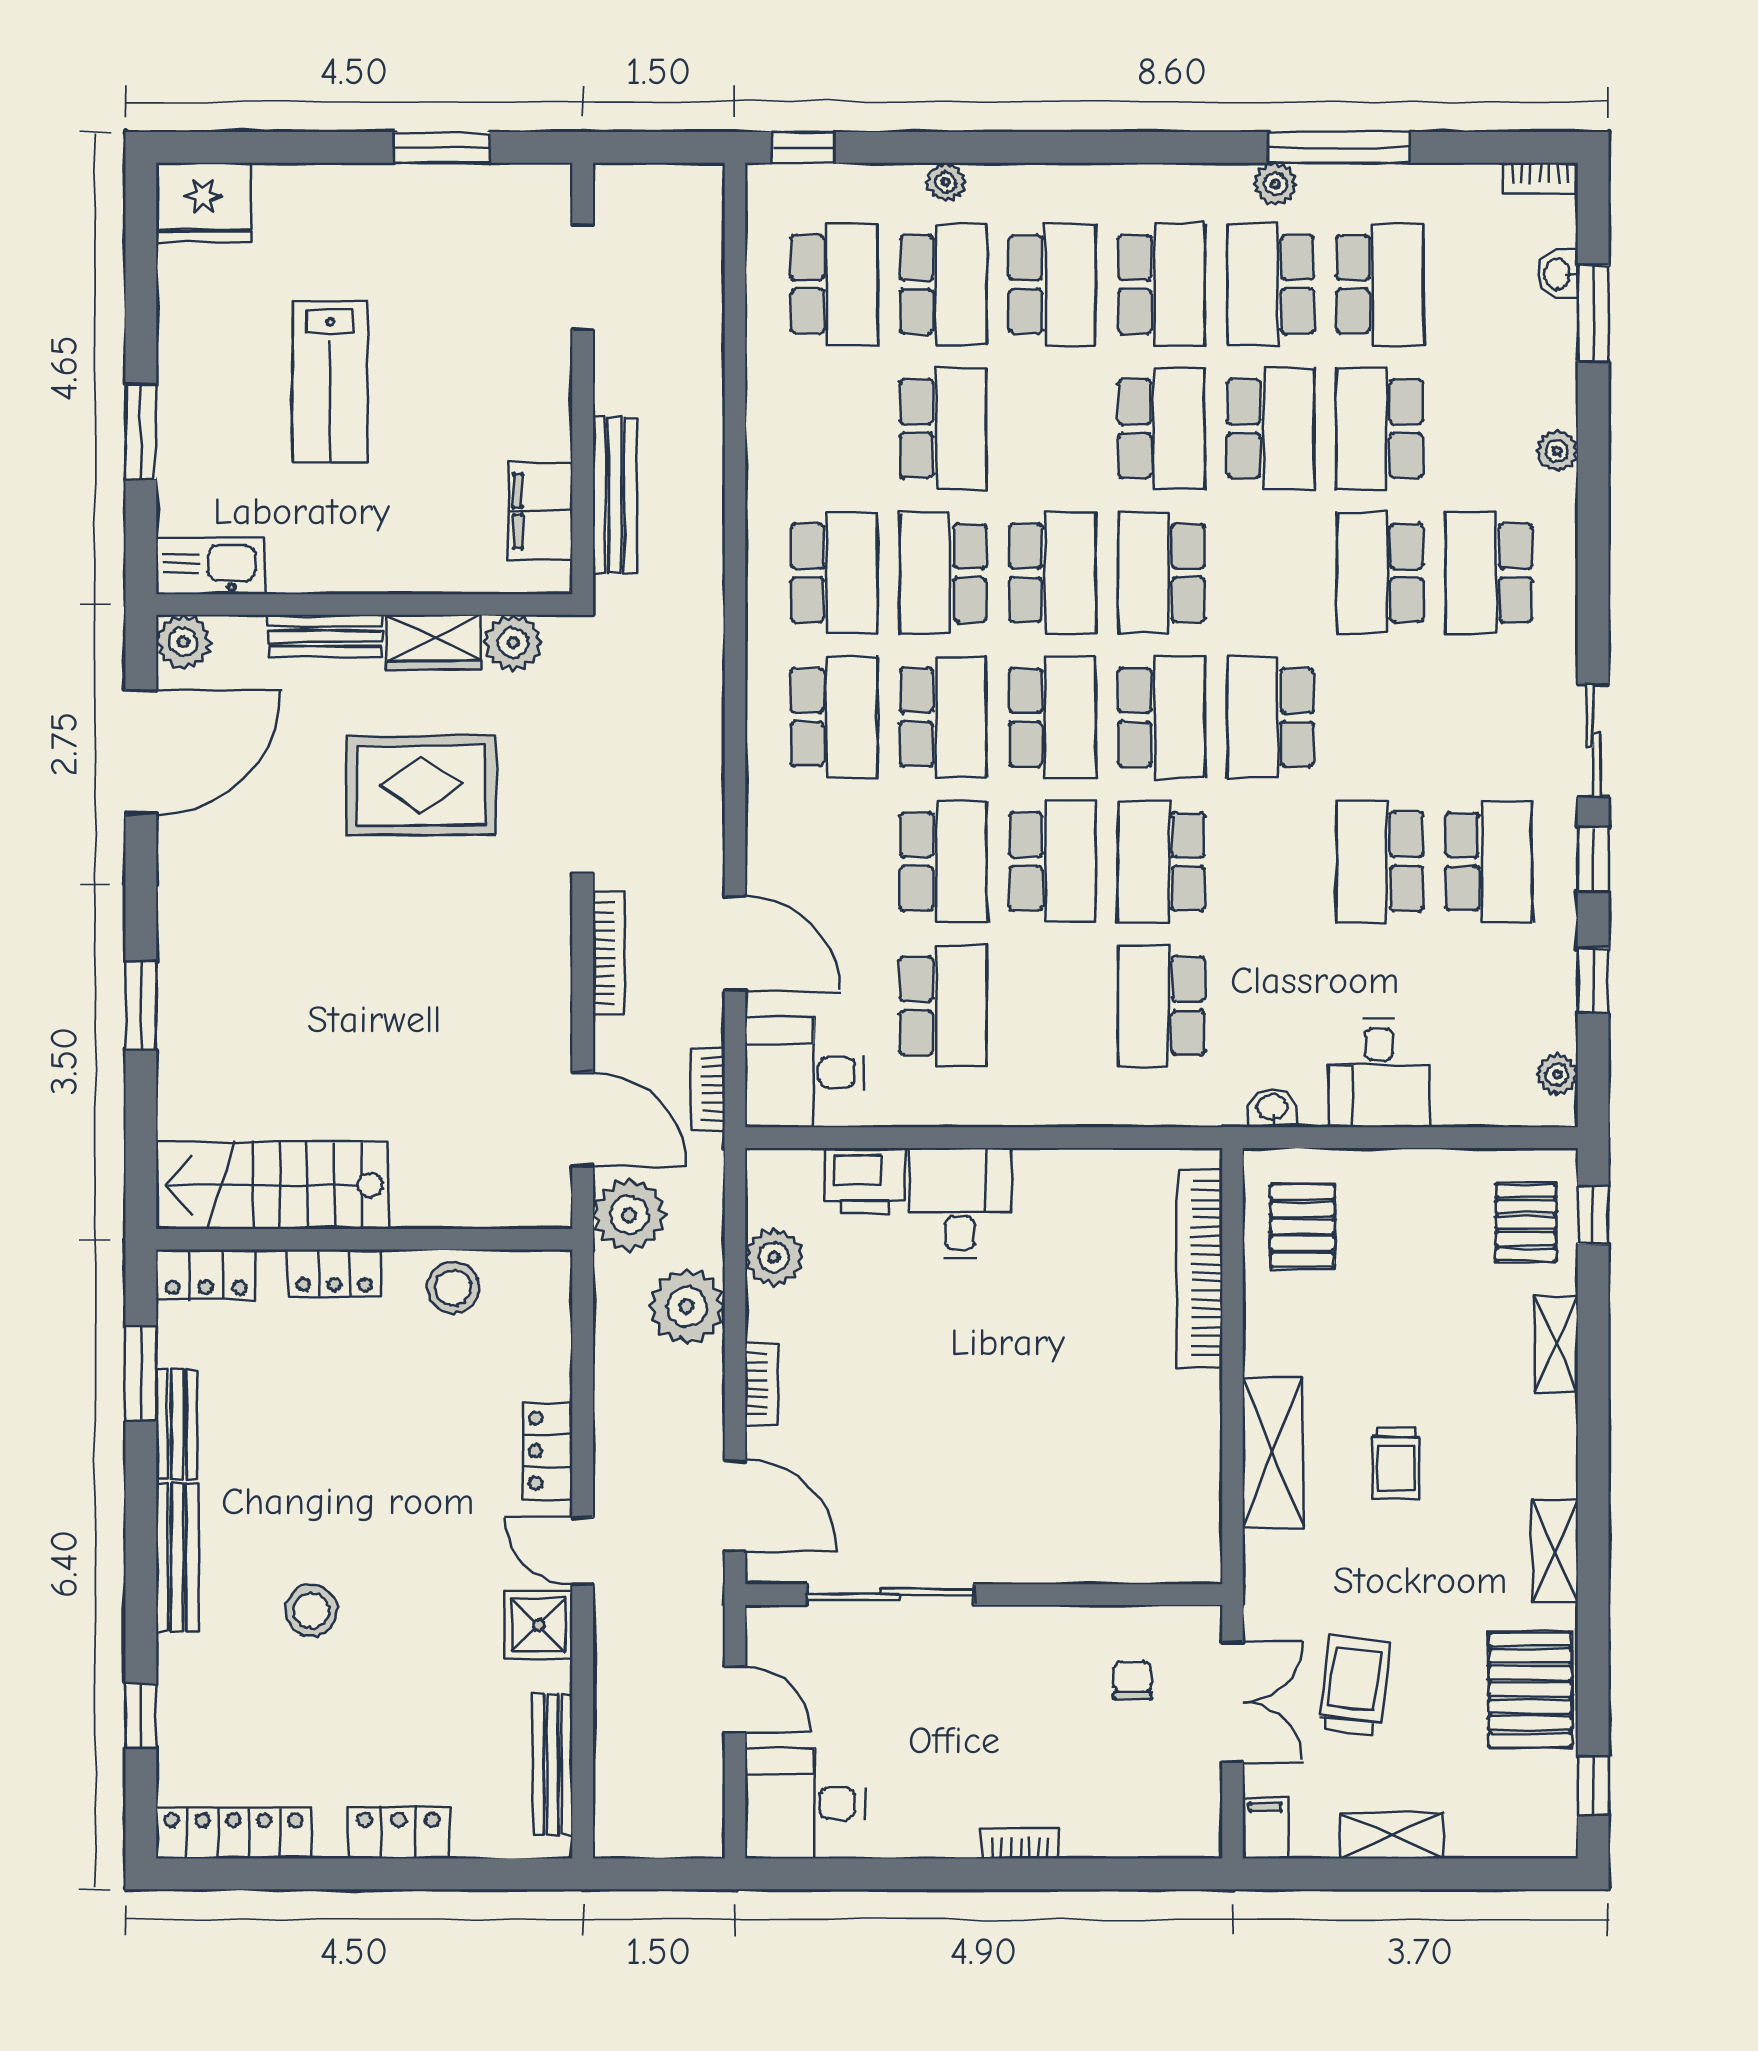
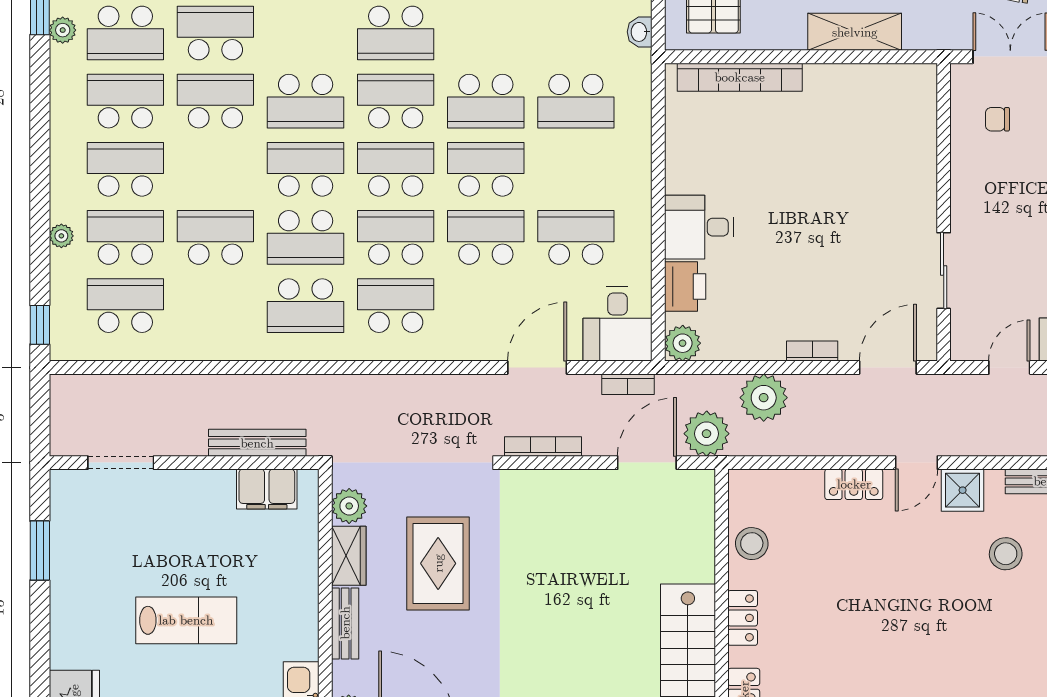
school desk: (834, 573) -> (306, 306), turned 180
plant: (774, 1257) -> (683, 343), moved
sliding door: (890, 1595) -> (944, 271), width x0.73
stool: (311, 1611) -> (1006, 554), moved

